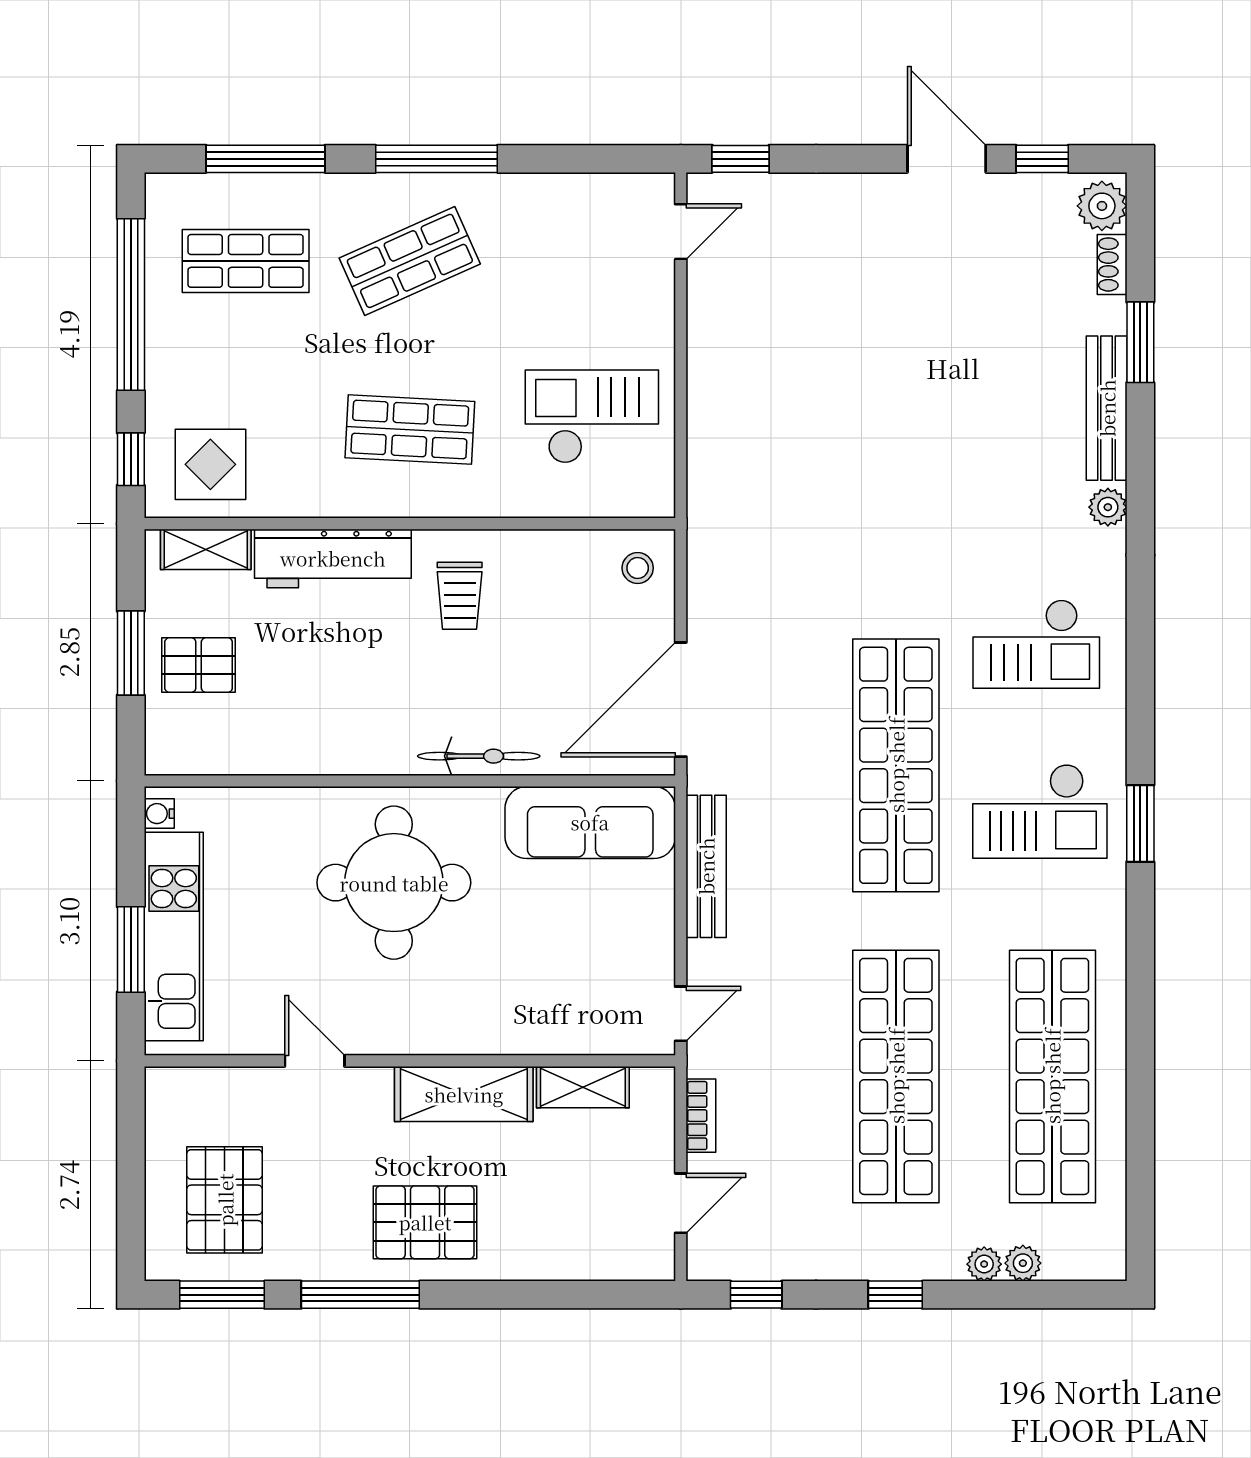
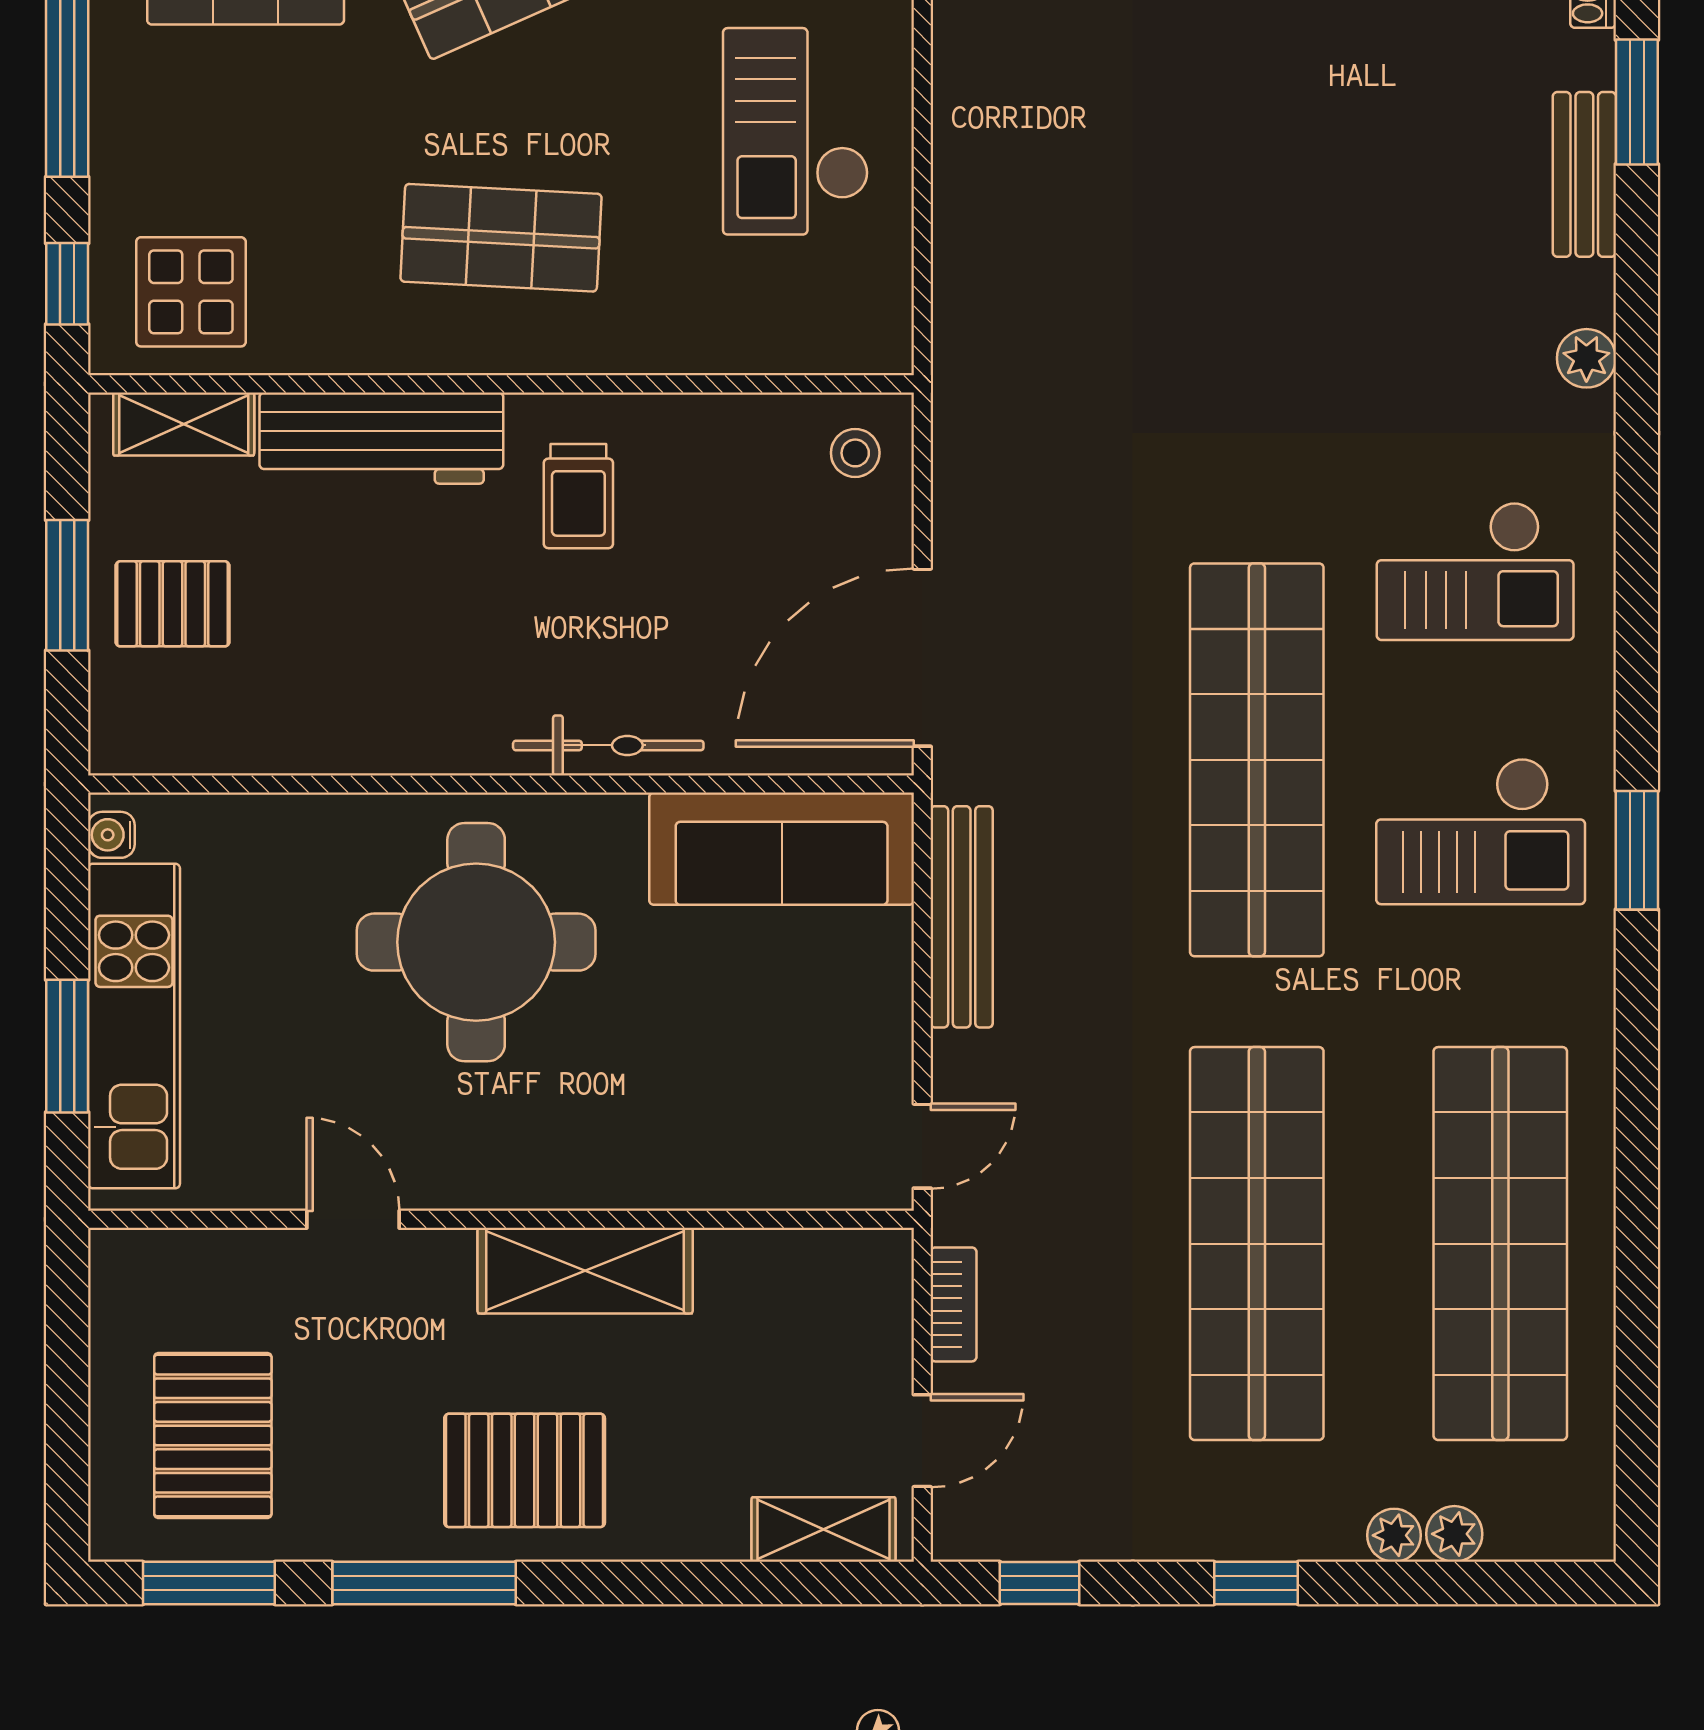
bench: (1107, 408) -> (1584, 174), width x0.73
checkout: (592, 417) -> (796, 131), moved, turned -90
shelving: (583, 1087) -> (823, 1530), moved

